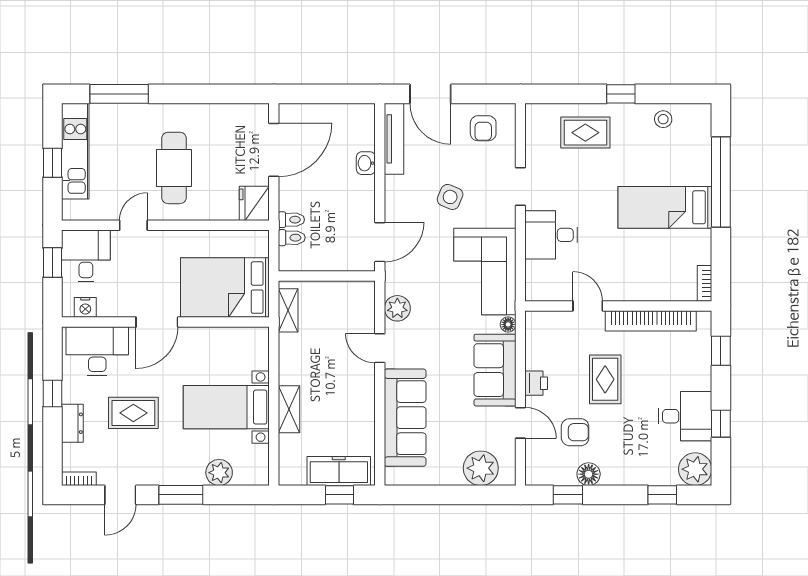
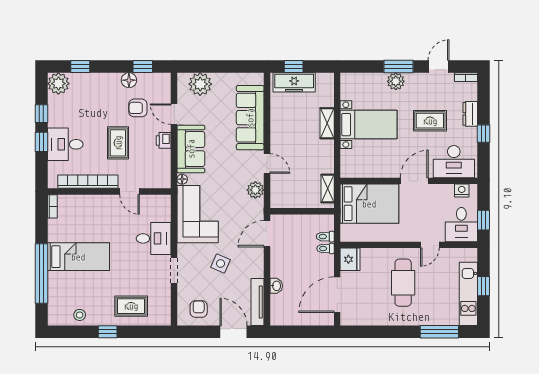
window: (721, 351) -> (41, 142), moved
desk: (685, 416) -> (65, 144), moved
plant: (219, 473) -> (396, 81), moved

